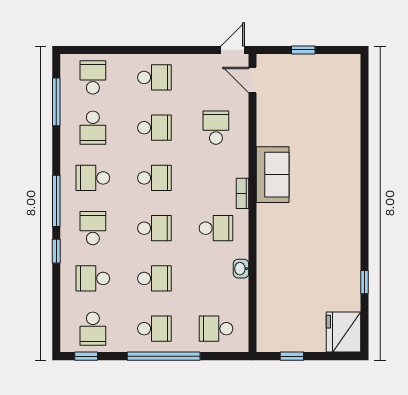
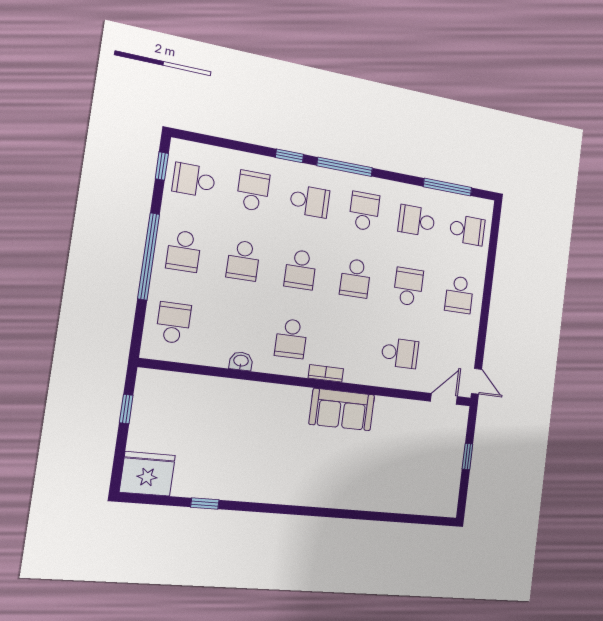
school desk: (154, 128) -> (408, 287), turned 180

